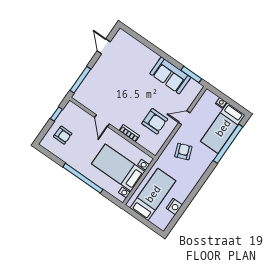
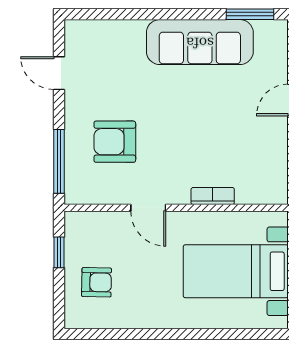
sofa: (170, 75) -> (200, 42), width x1.36
armchair: (155, 121) -> (115, 142), moved, turned 180
window: (83, 178) -> (186, 334), removed

